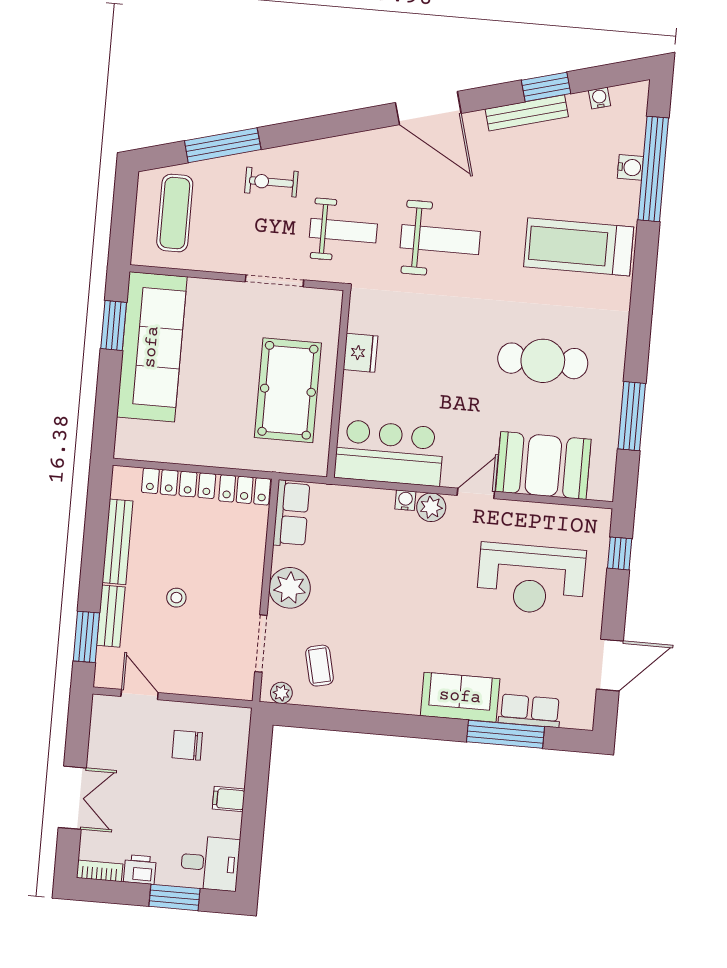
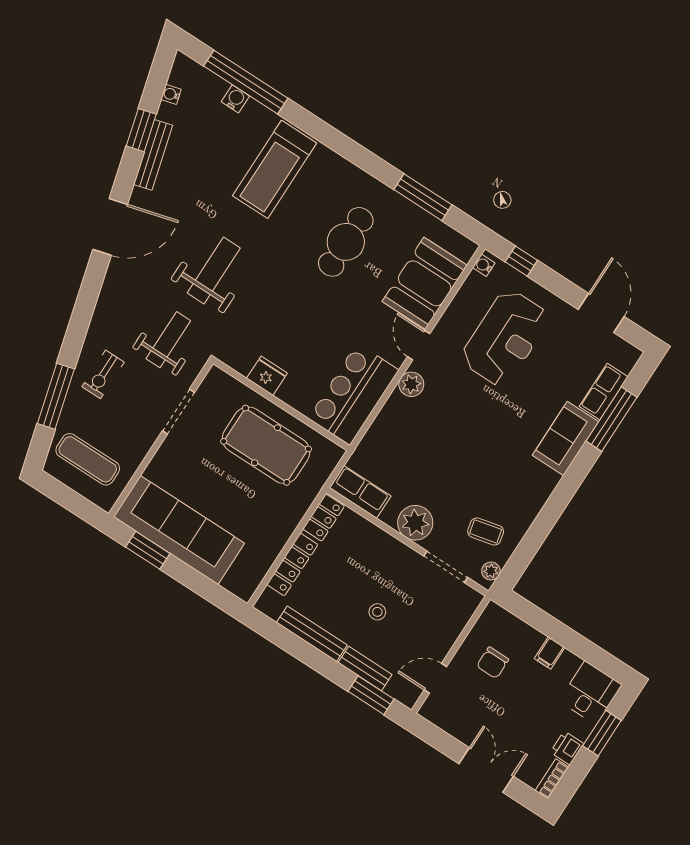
water cooler: (405, 500) -> (484, 265), moved

